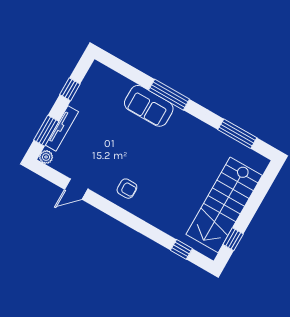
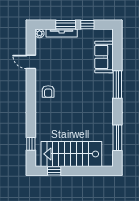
sofa: (149, 106) -> (104, 57), moved
window: (46, 131) -> (66, 25), moved

